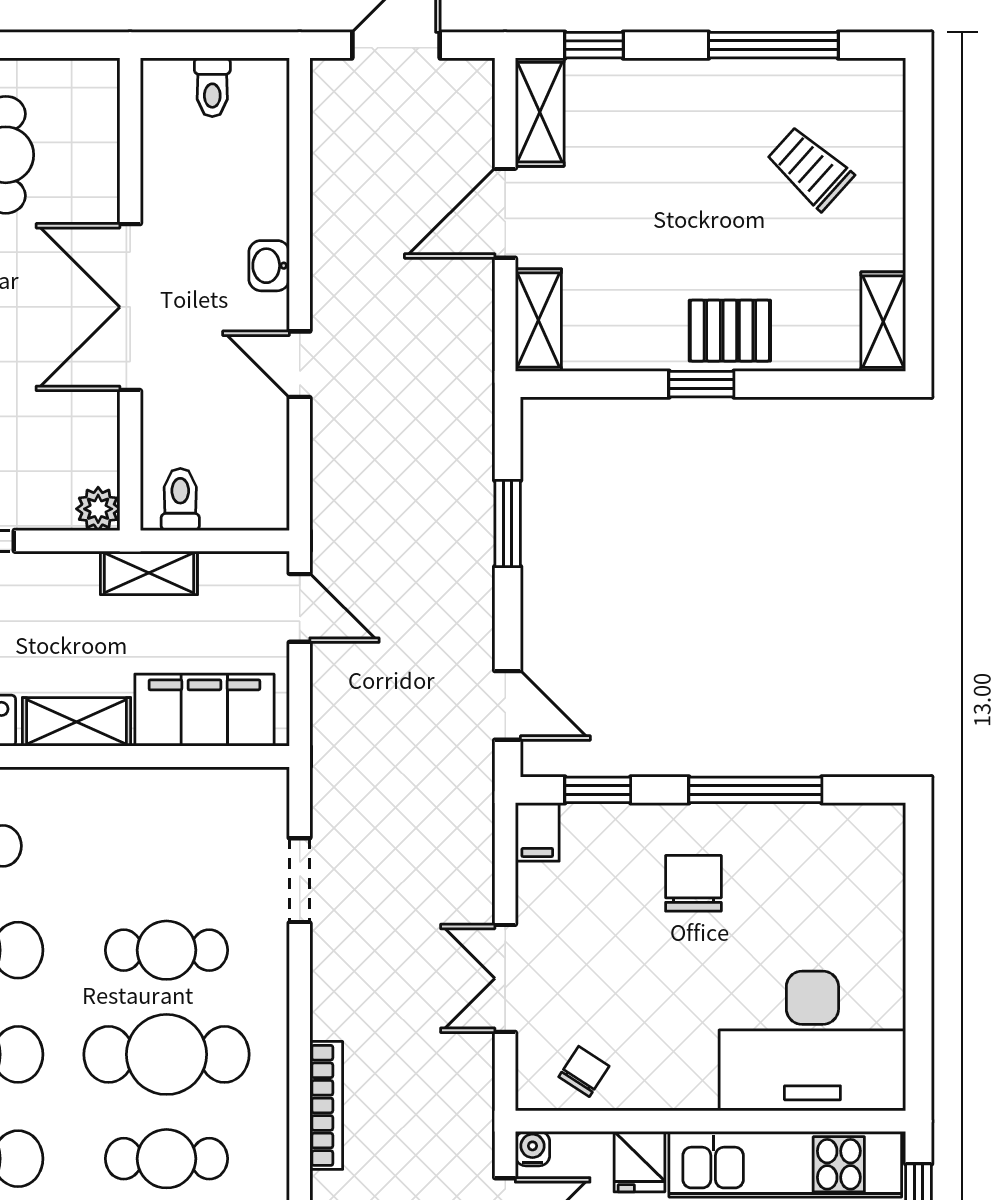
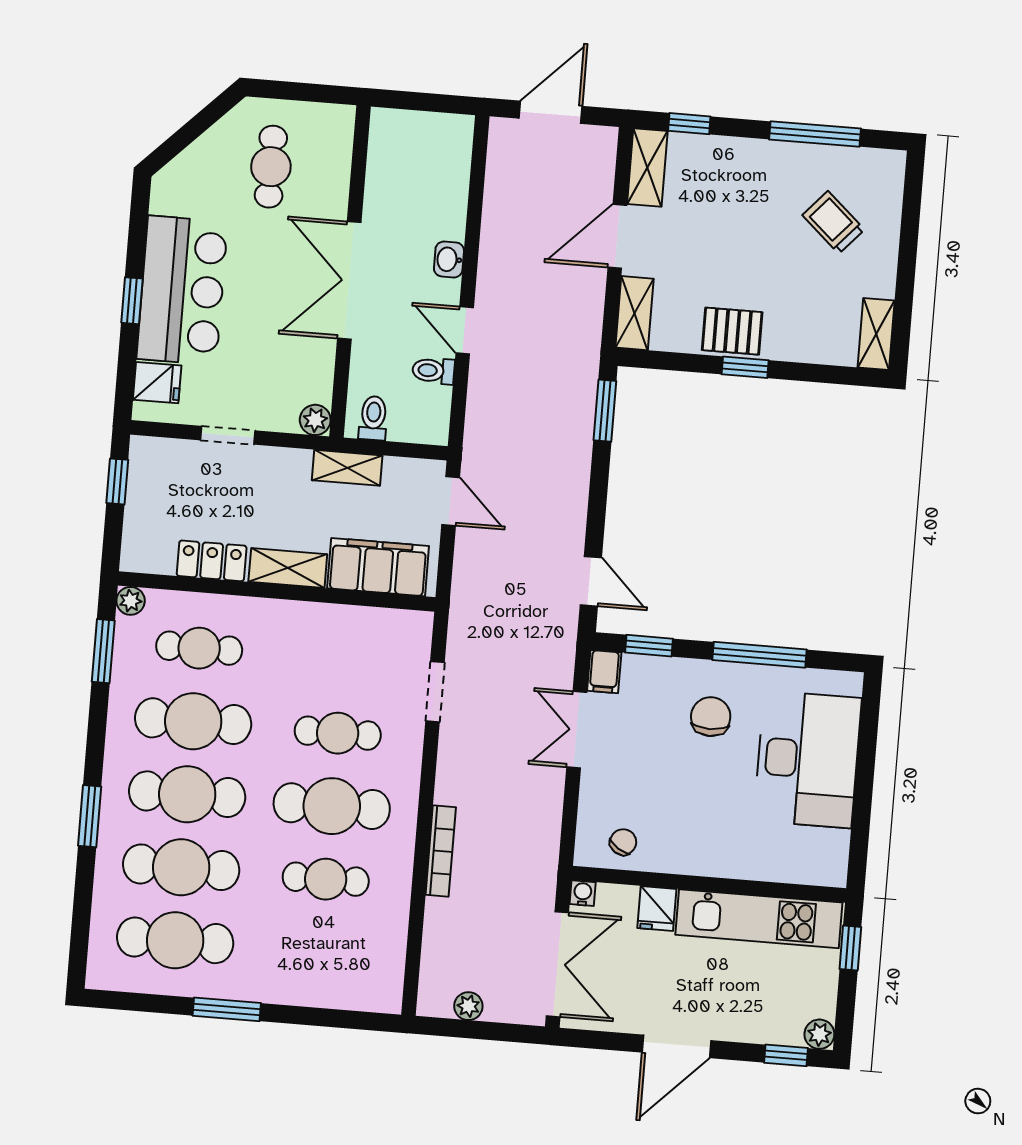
toilet: (212, 87) -> (433, 371), moved, turned 90
pallet: (730, 331) -> (732, 331), moved
window: (508, 523) -> (605, 411), moved
double door: (505, 978) -> (577, 730), moved
desk: (812, 1041) -> (808, 759), moved, turned -90

